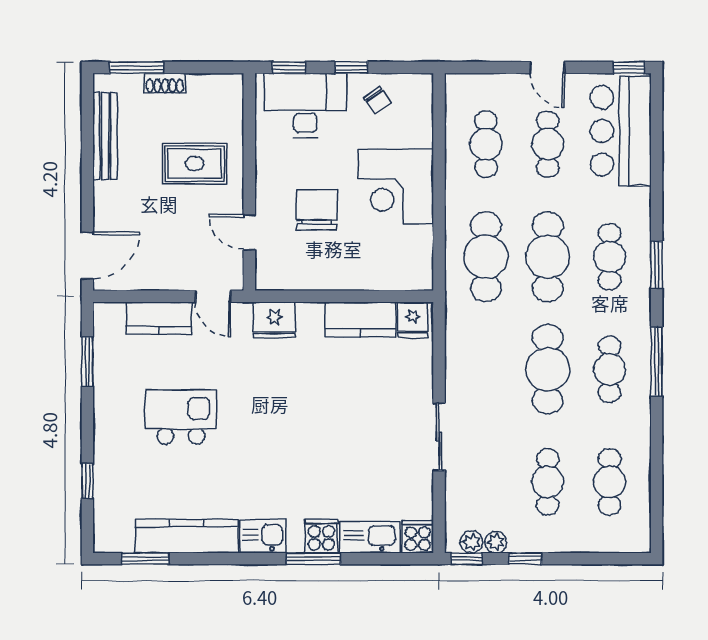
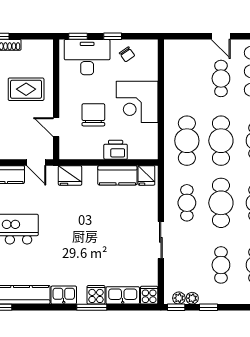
cafe table: (486, 144) -> (187, 203), moved
printer: (357, 273) -> (116, 150), added

